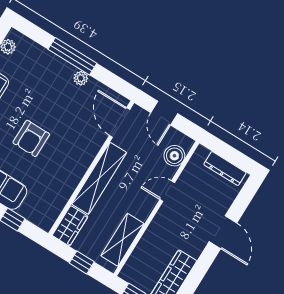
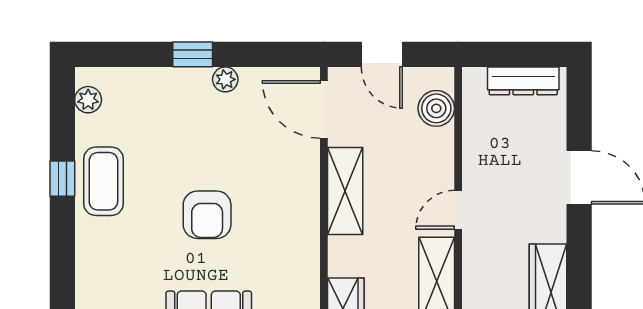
window: (72, 56) -> (193, 54), width x0.46
shelving: (99, 178) -> (345, 191), width x0.68
door: (167, 191) -> (458, 210), moved

